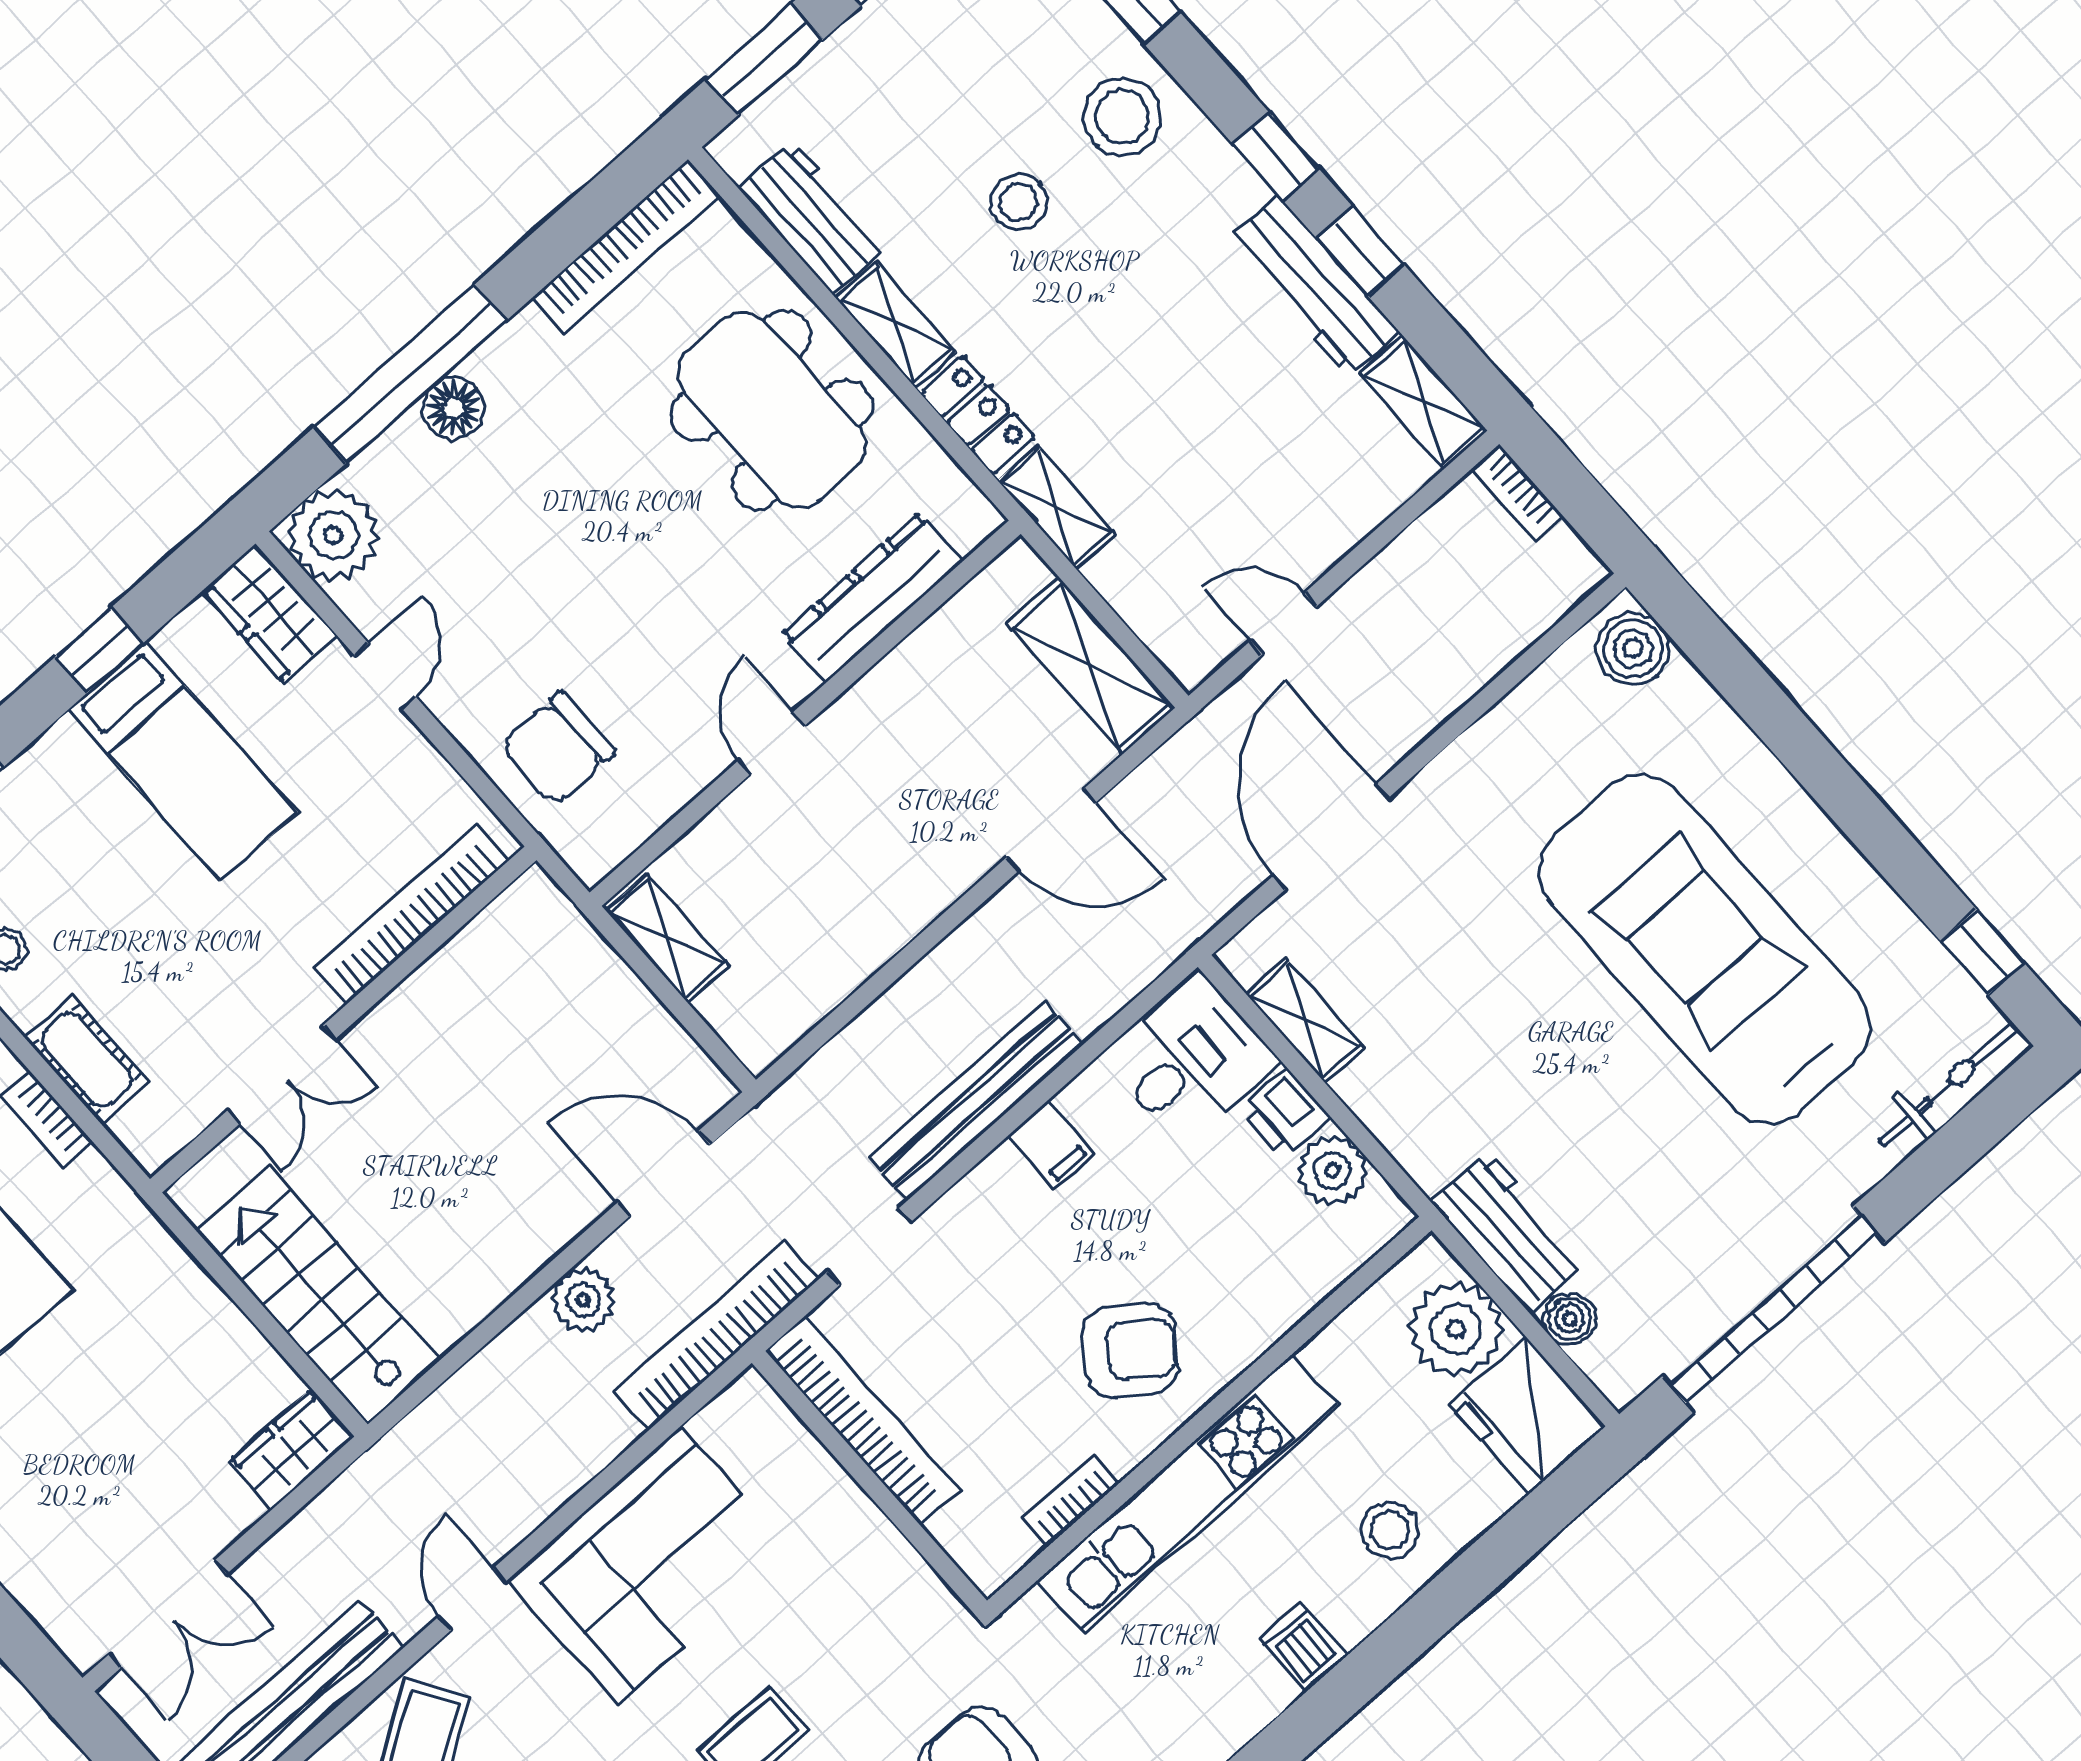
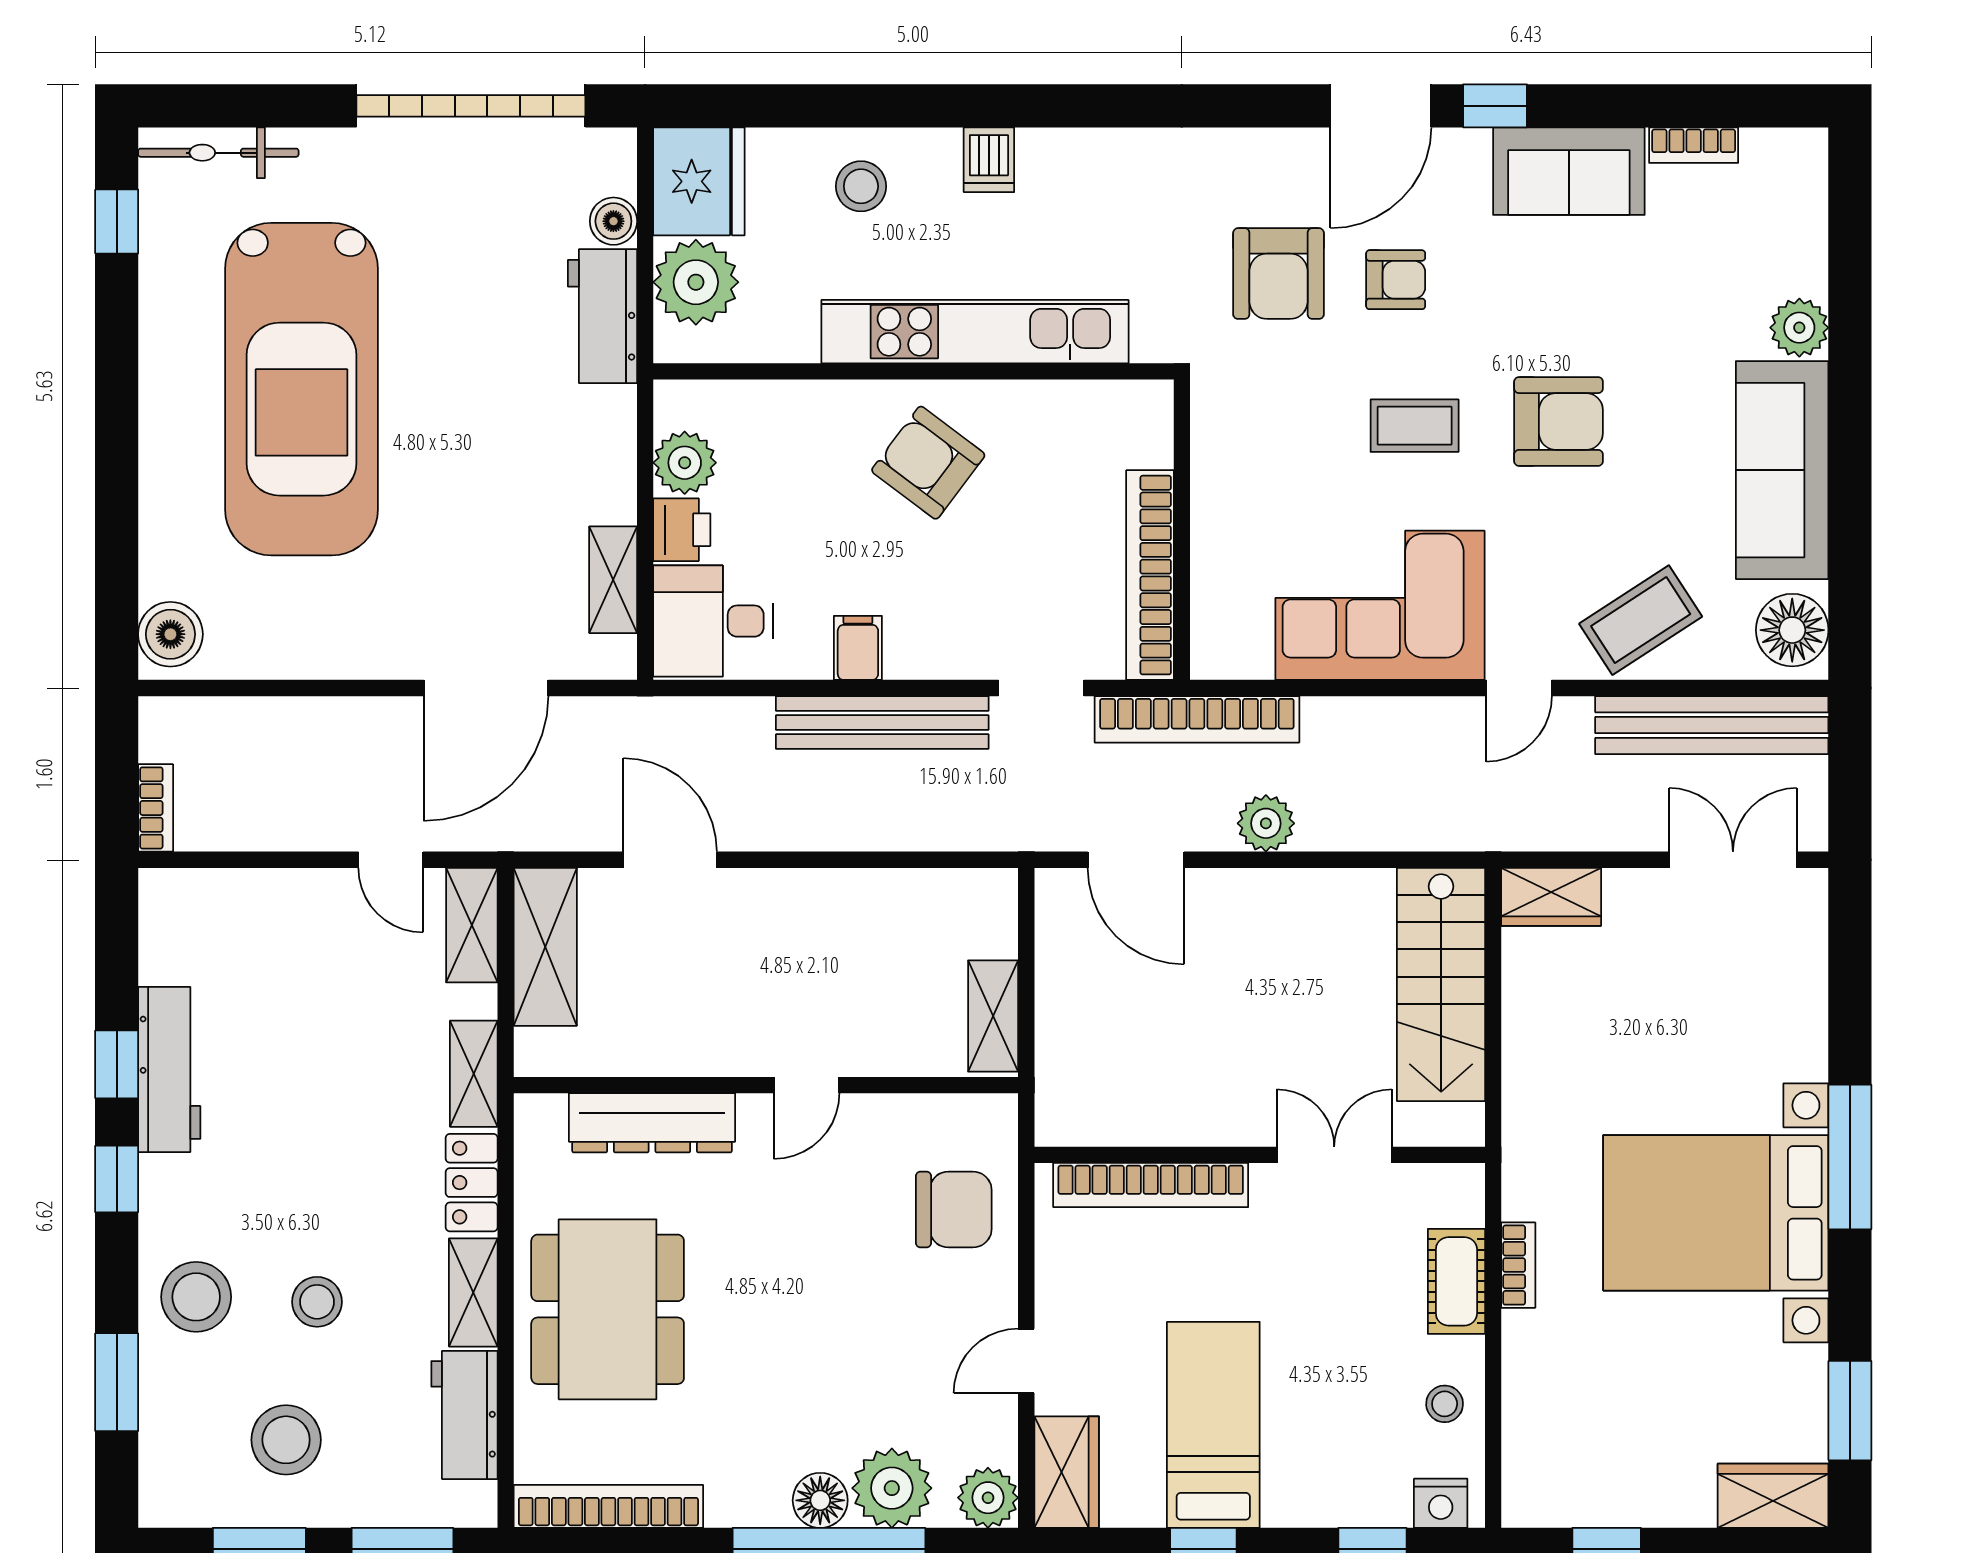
stool: (942, 64) -> (286, 1440), added
shelving: (1424, 402) -> (472, 925), moved
plant: (403, 471) -> (892, 1488), added
plant: (333, 535) -> (988, 1498), width x0.73, depth x0.73
bookcase: (1070, 1501) -> (1058, 397), removed

